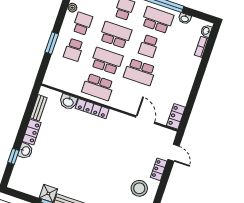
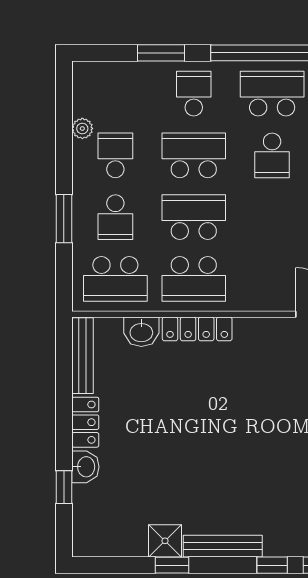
school desk: (140, 72) -> (115, 279), moved
bench: (39, 108) -> (82, 356), width x1.36

